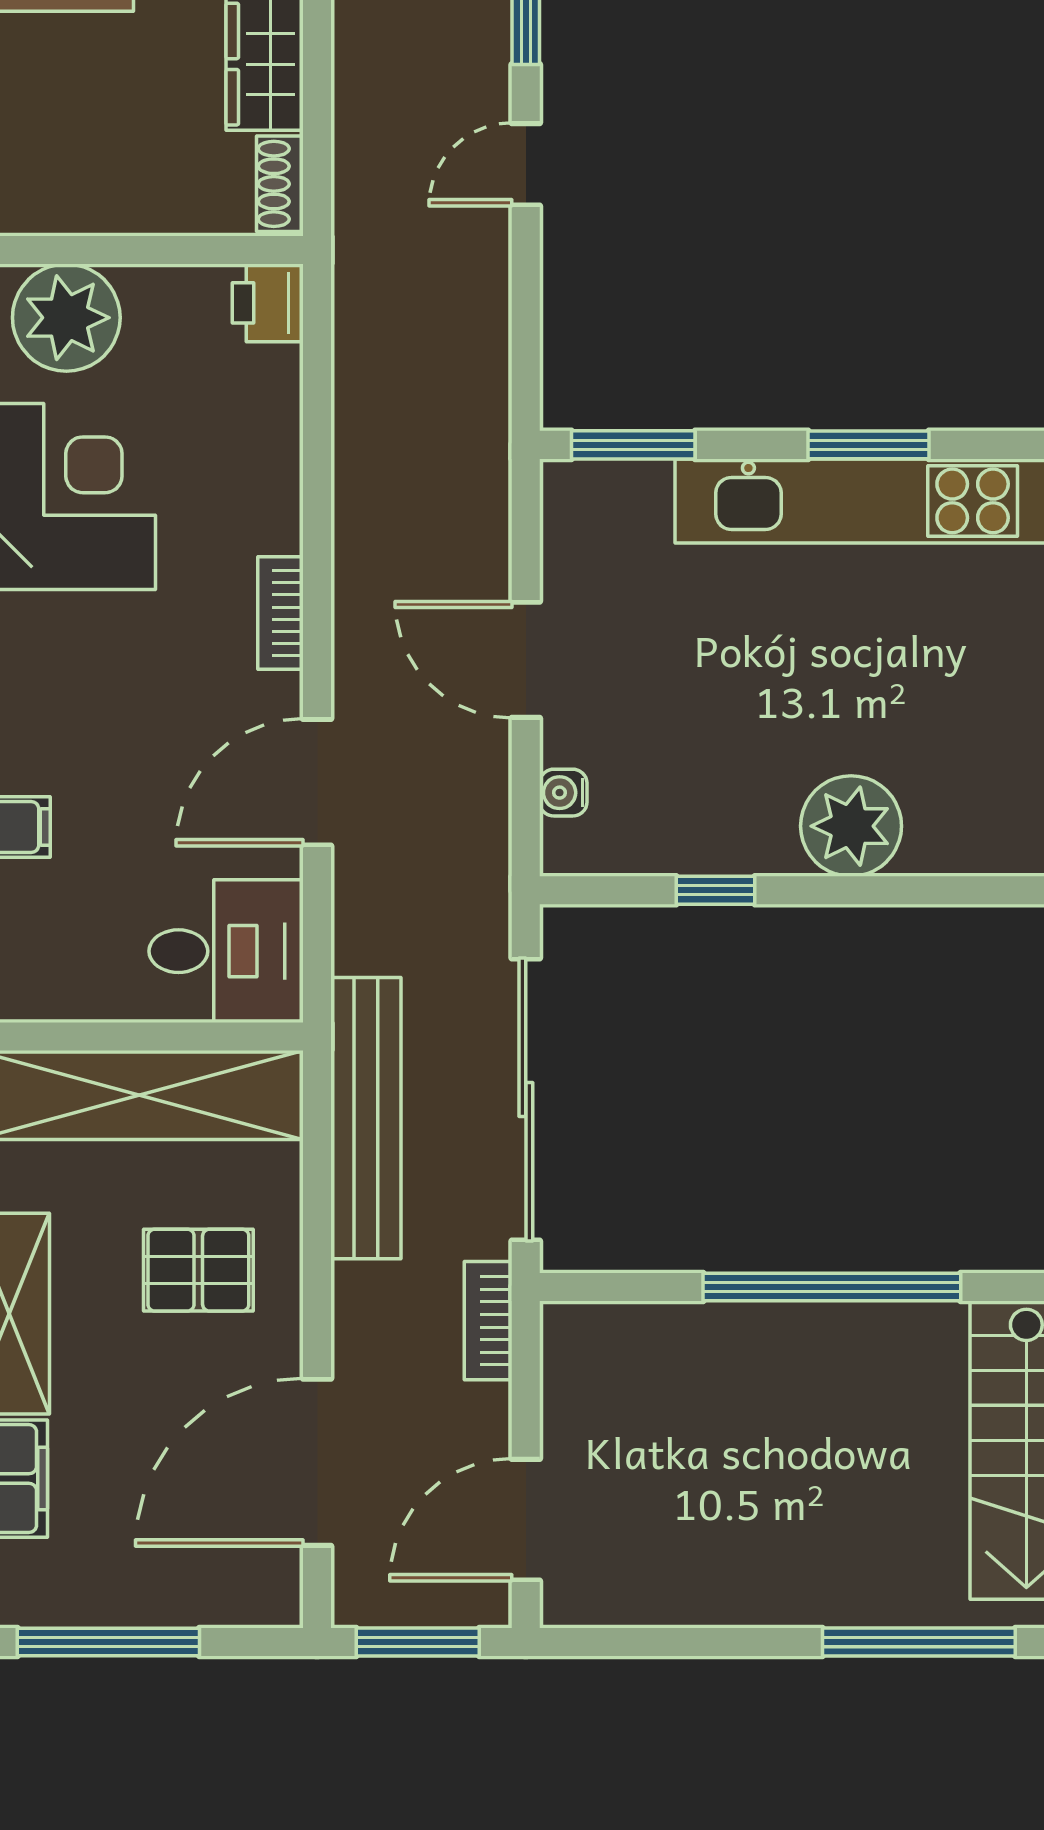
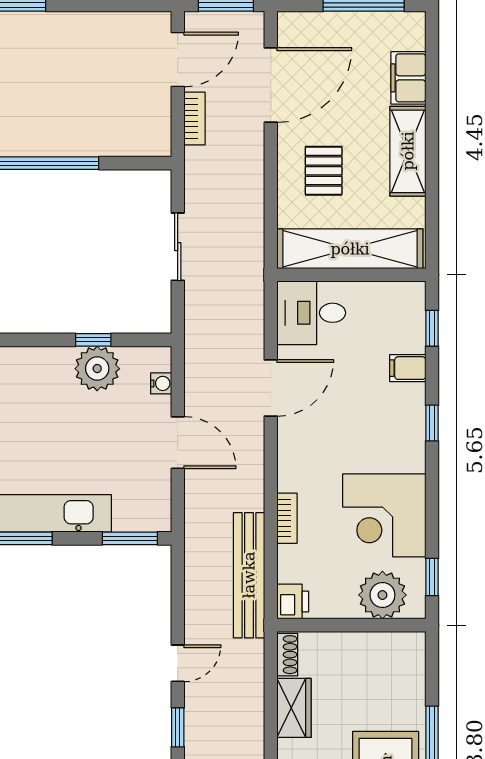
bookcase: (281, 613) -> (287, 518), moved
plant: (851, 826) -> (97, 369), moved
sliding door: (526, 1100) -> (178, 247), width x0.54
bench: (366, 1118) -> (249, 575), moved
pallet: (198, 1270) -> (324, 171), turned 90
bookcase: (488, 1321) -> (195, 119), moved

